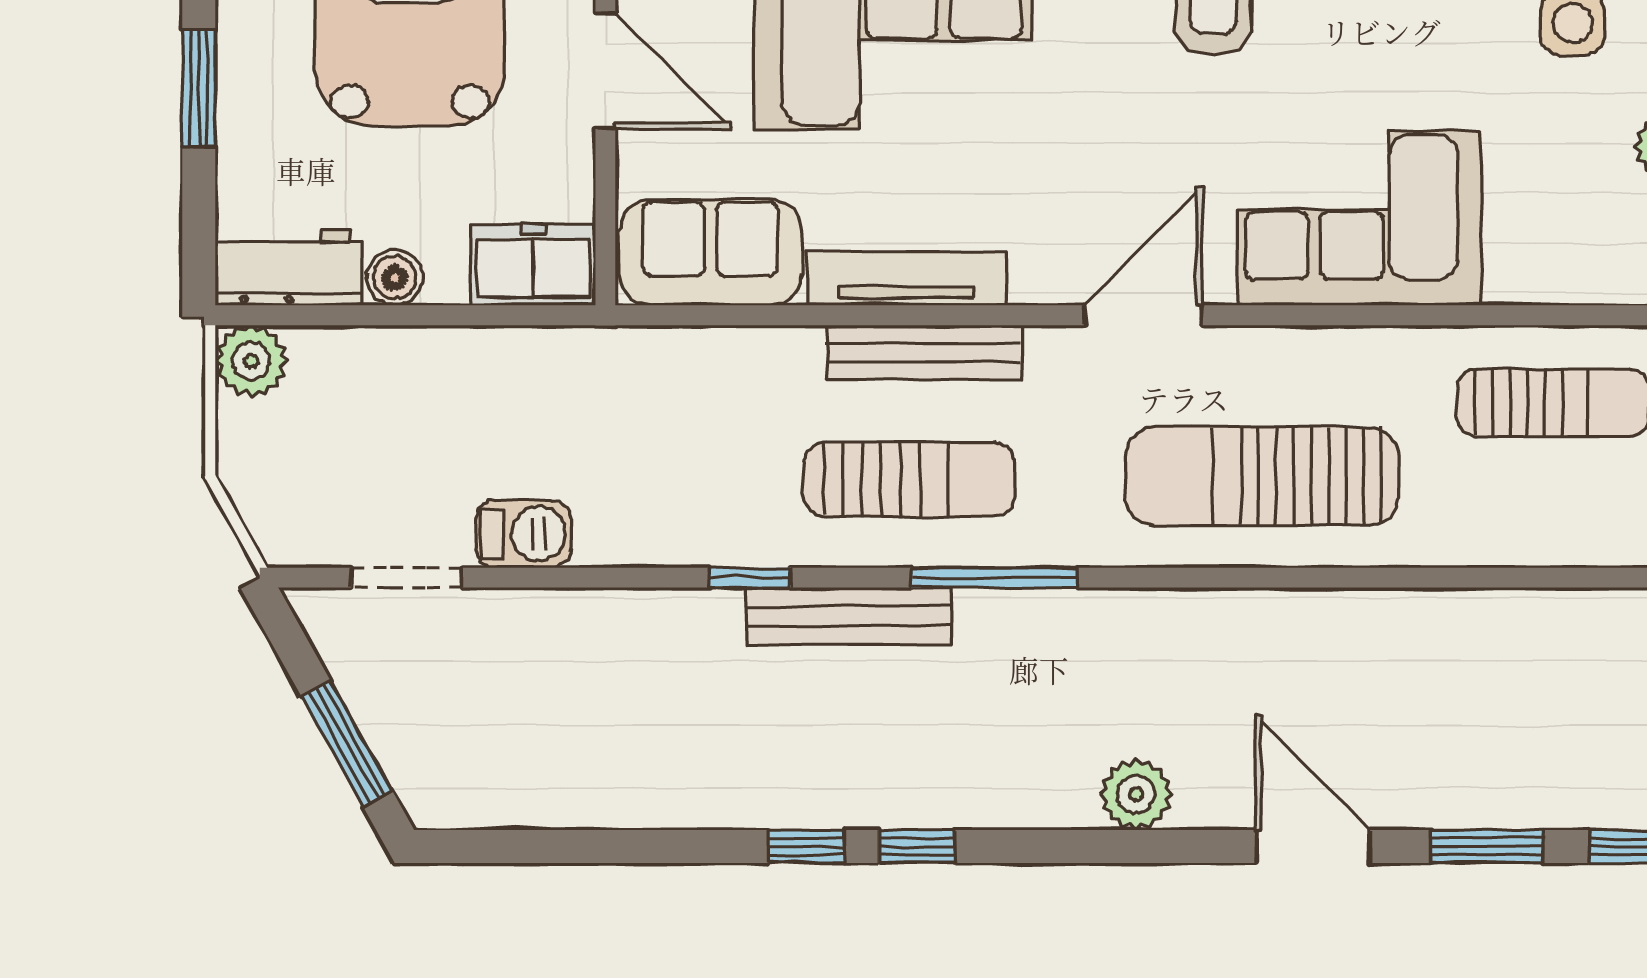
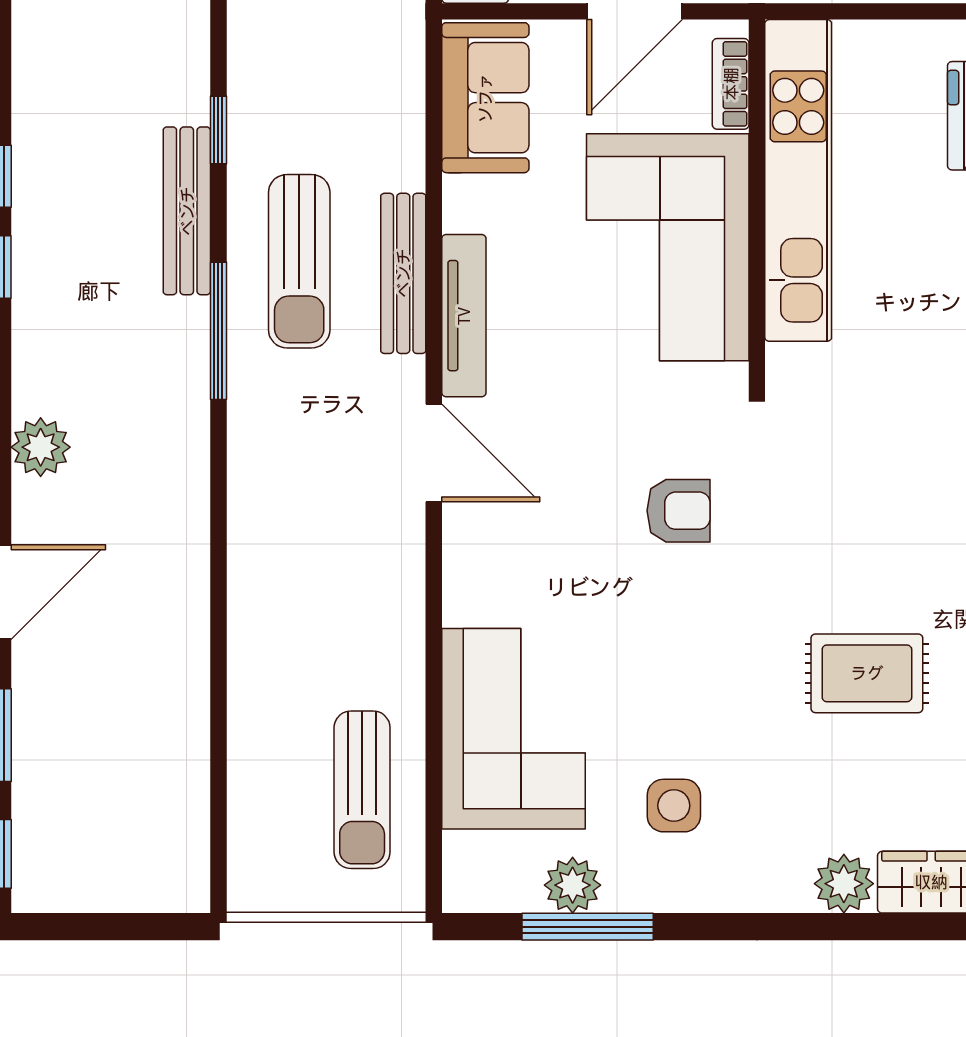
corner sofa: (1360, 218) -> (513, 729), moved
tv unit: (906, 279) -> (464, 316), moved
sun lounger: (1262, 476) -> (302, 551), removed

